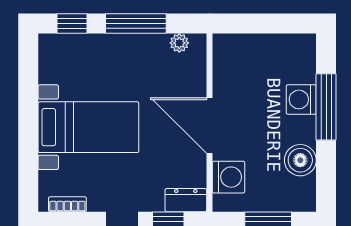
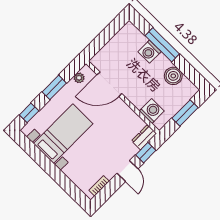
window: (136, 24) -> (54, 87), width x0.69
door: (210, 126) -> (109, 84), moved
bed with nightstands: (88, 127) -> (63, 134), moved

